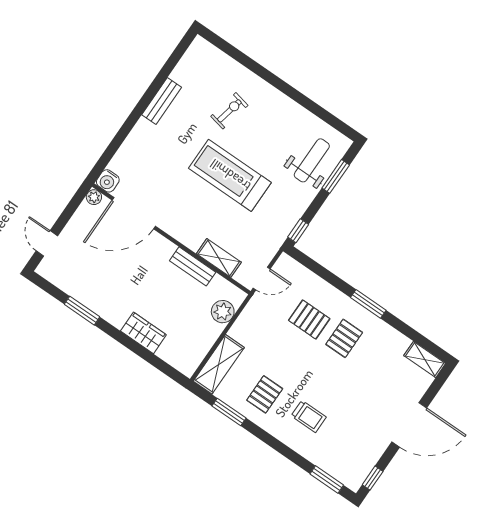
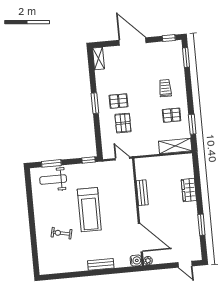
bench: (162, 101) -> (101, 264), moved
door: (47, 243) -> (185, 264), hinge flipped
shelving: (219, 258) -> (129, 184), removed
plant: (223, 312) -> (151, 163), removed

